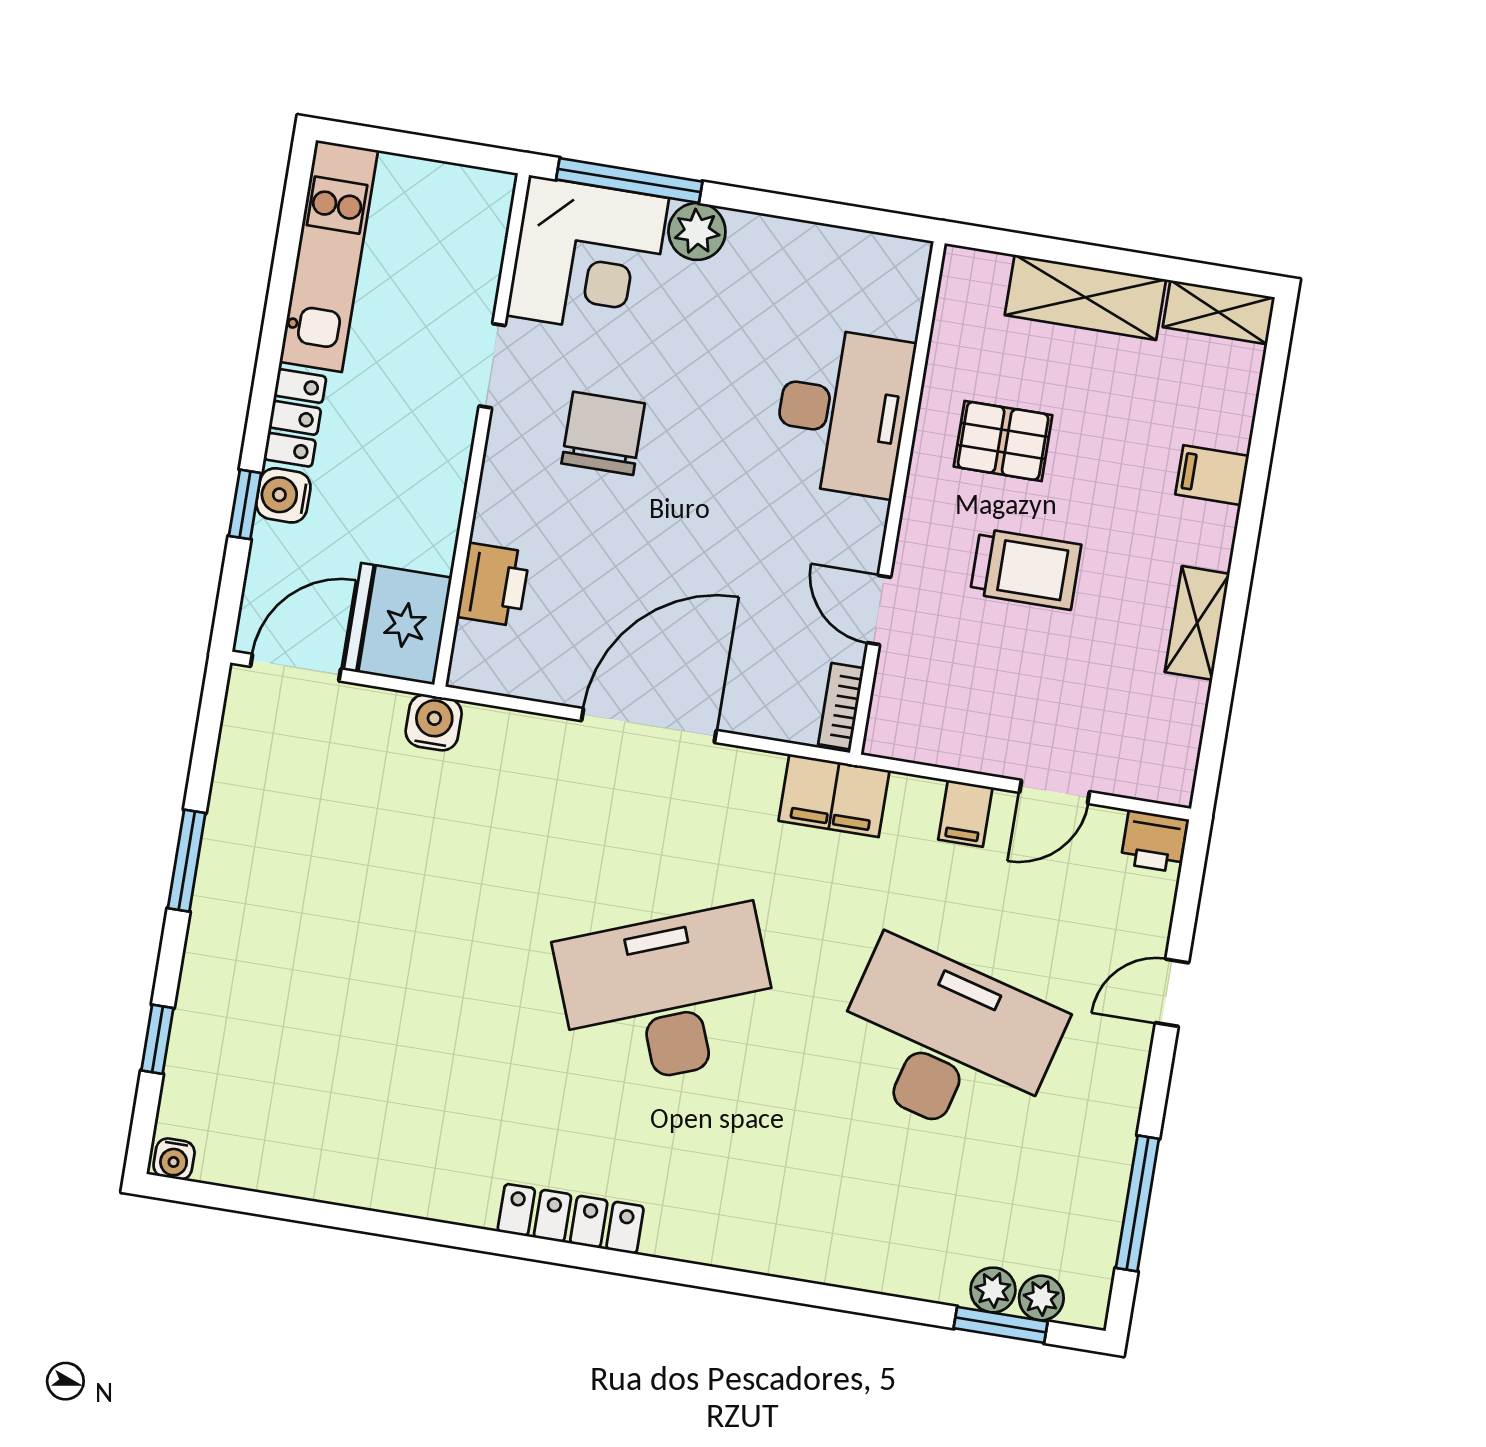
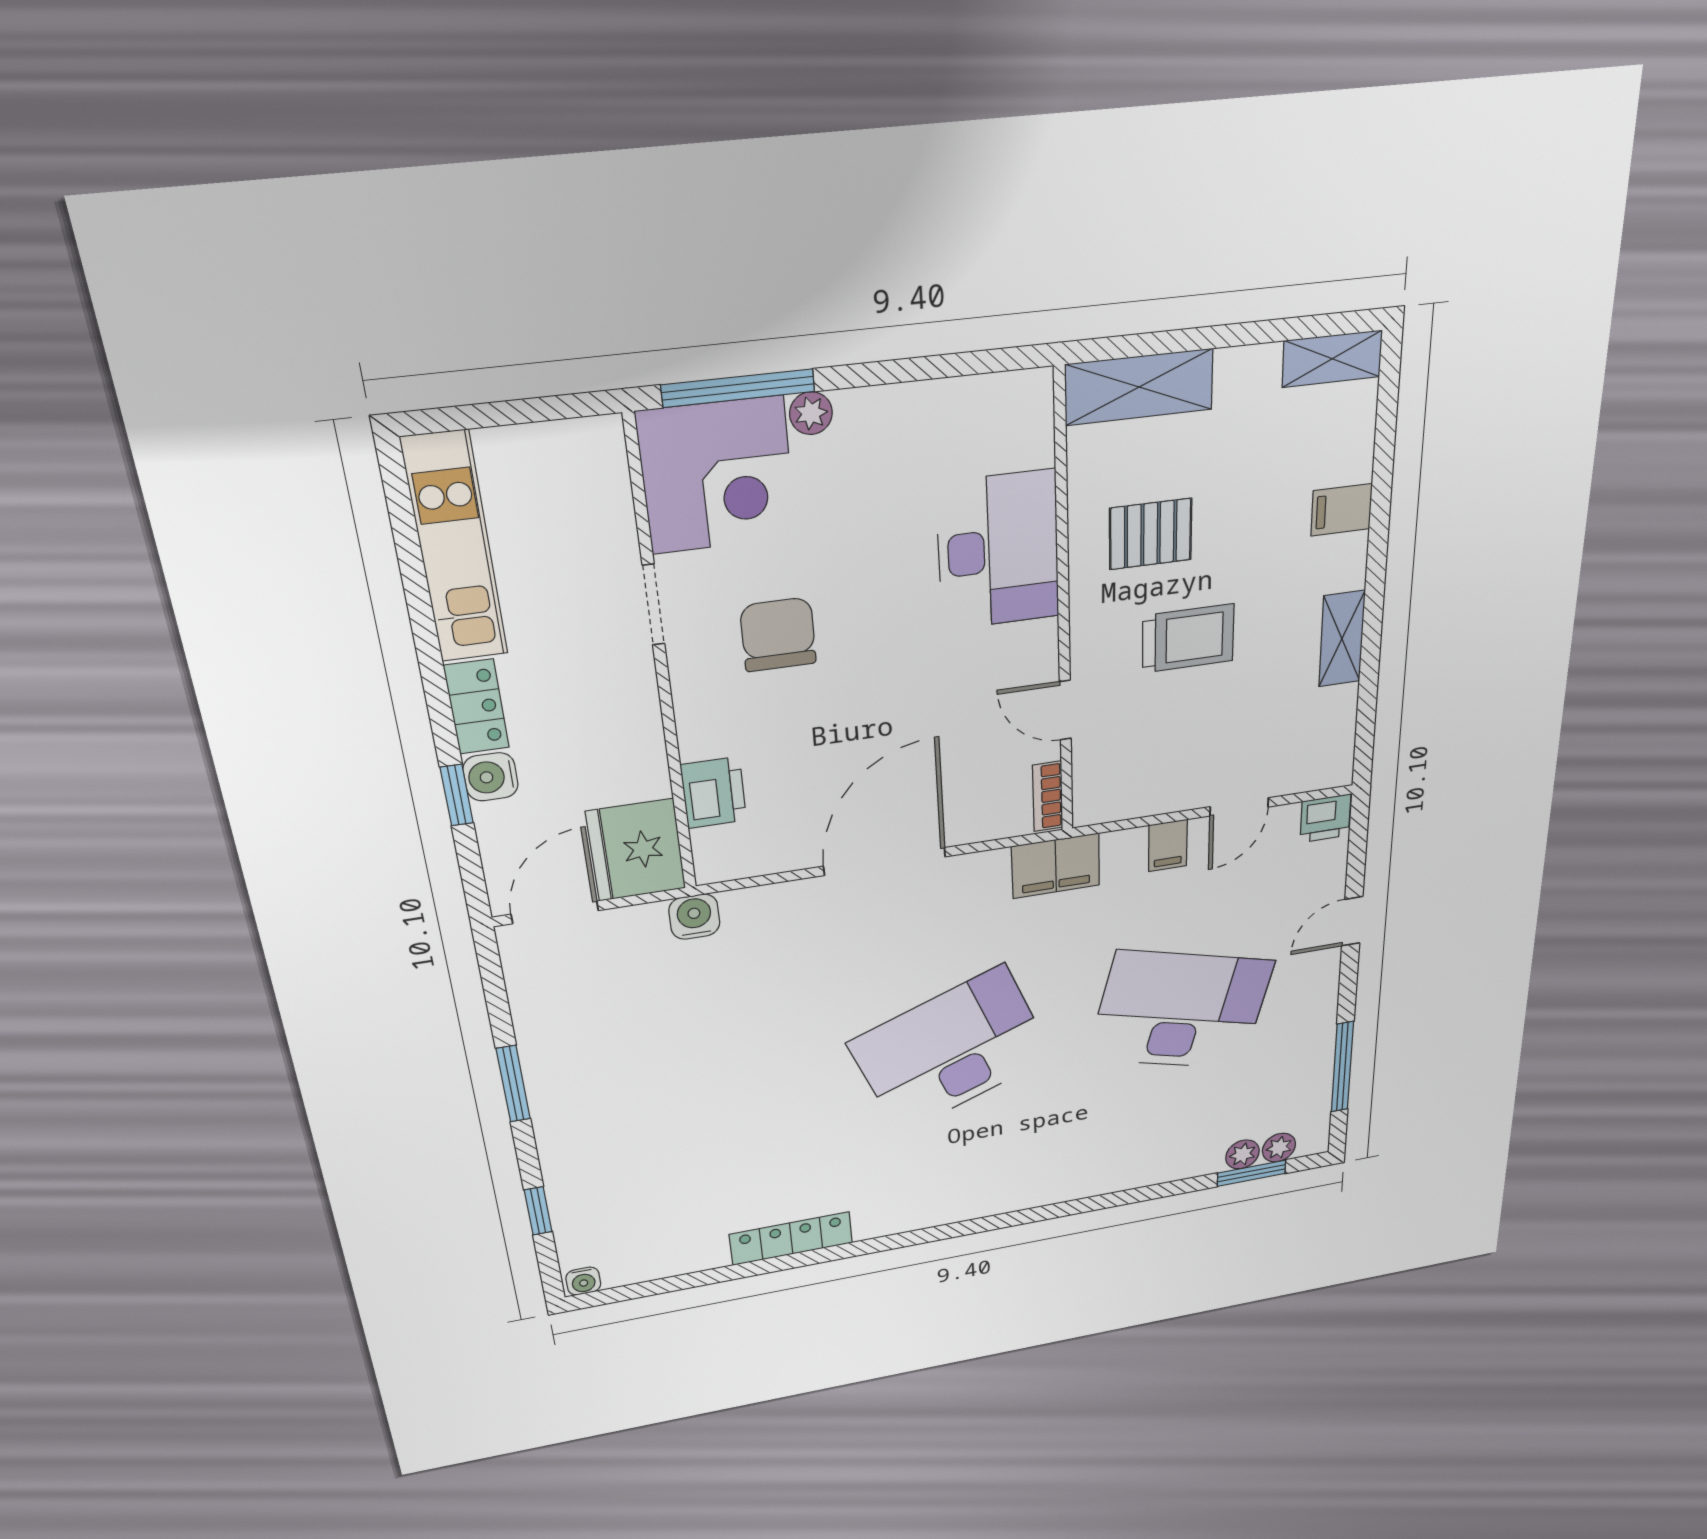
plant: (697, 231) -> (811, 413), width x0.73, depth x0.73
shelving: (1085, 297) -> (1139, 387), moved
locker: (571, 1219) -> (791, 1239), moved

